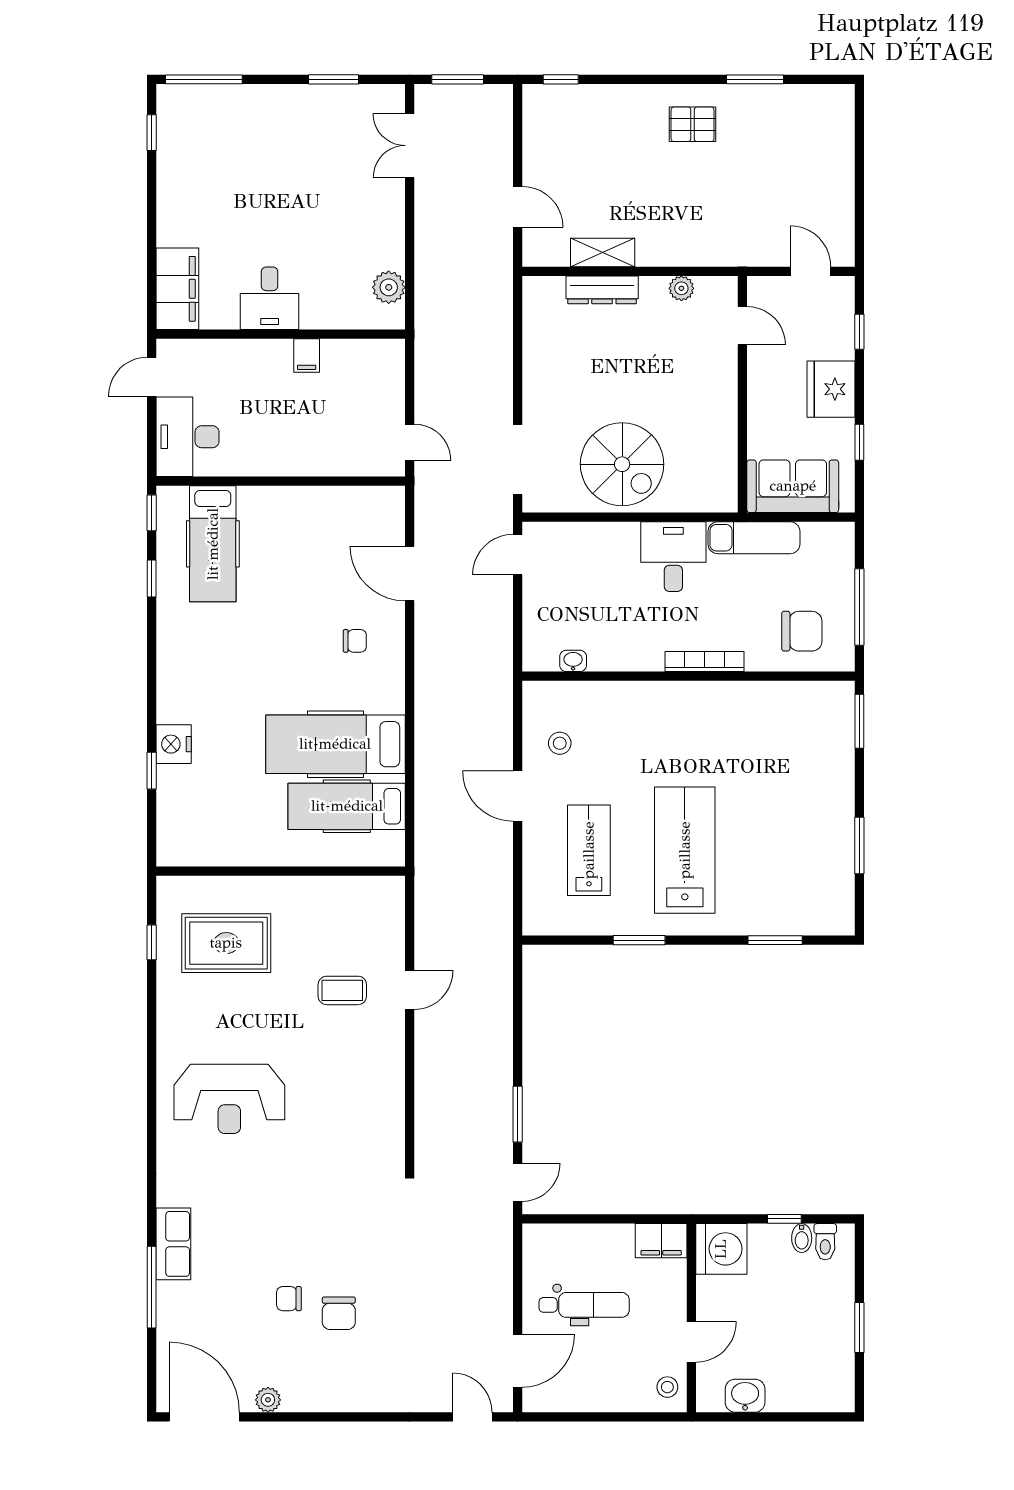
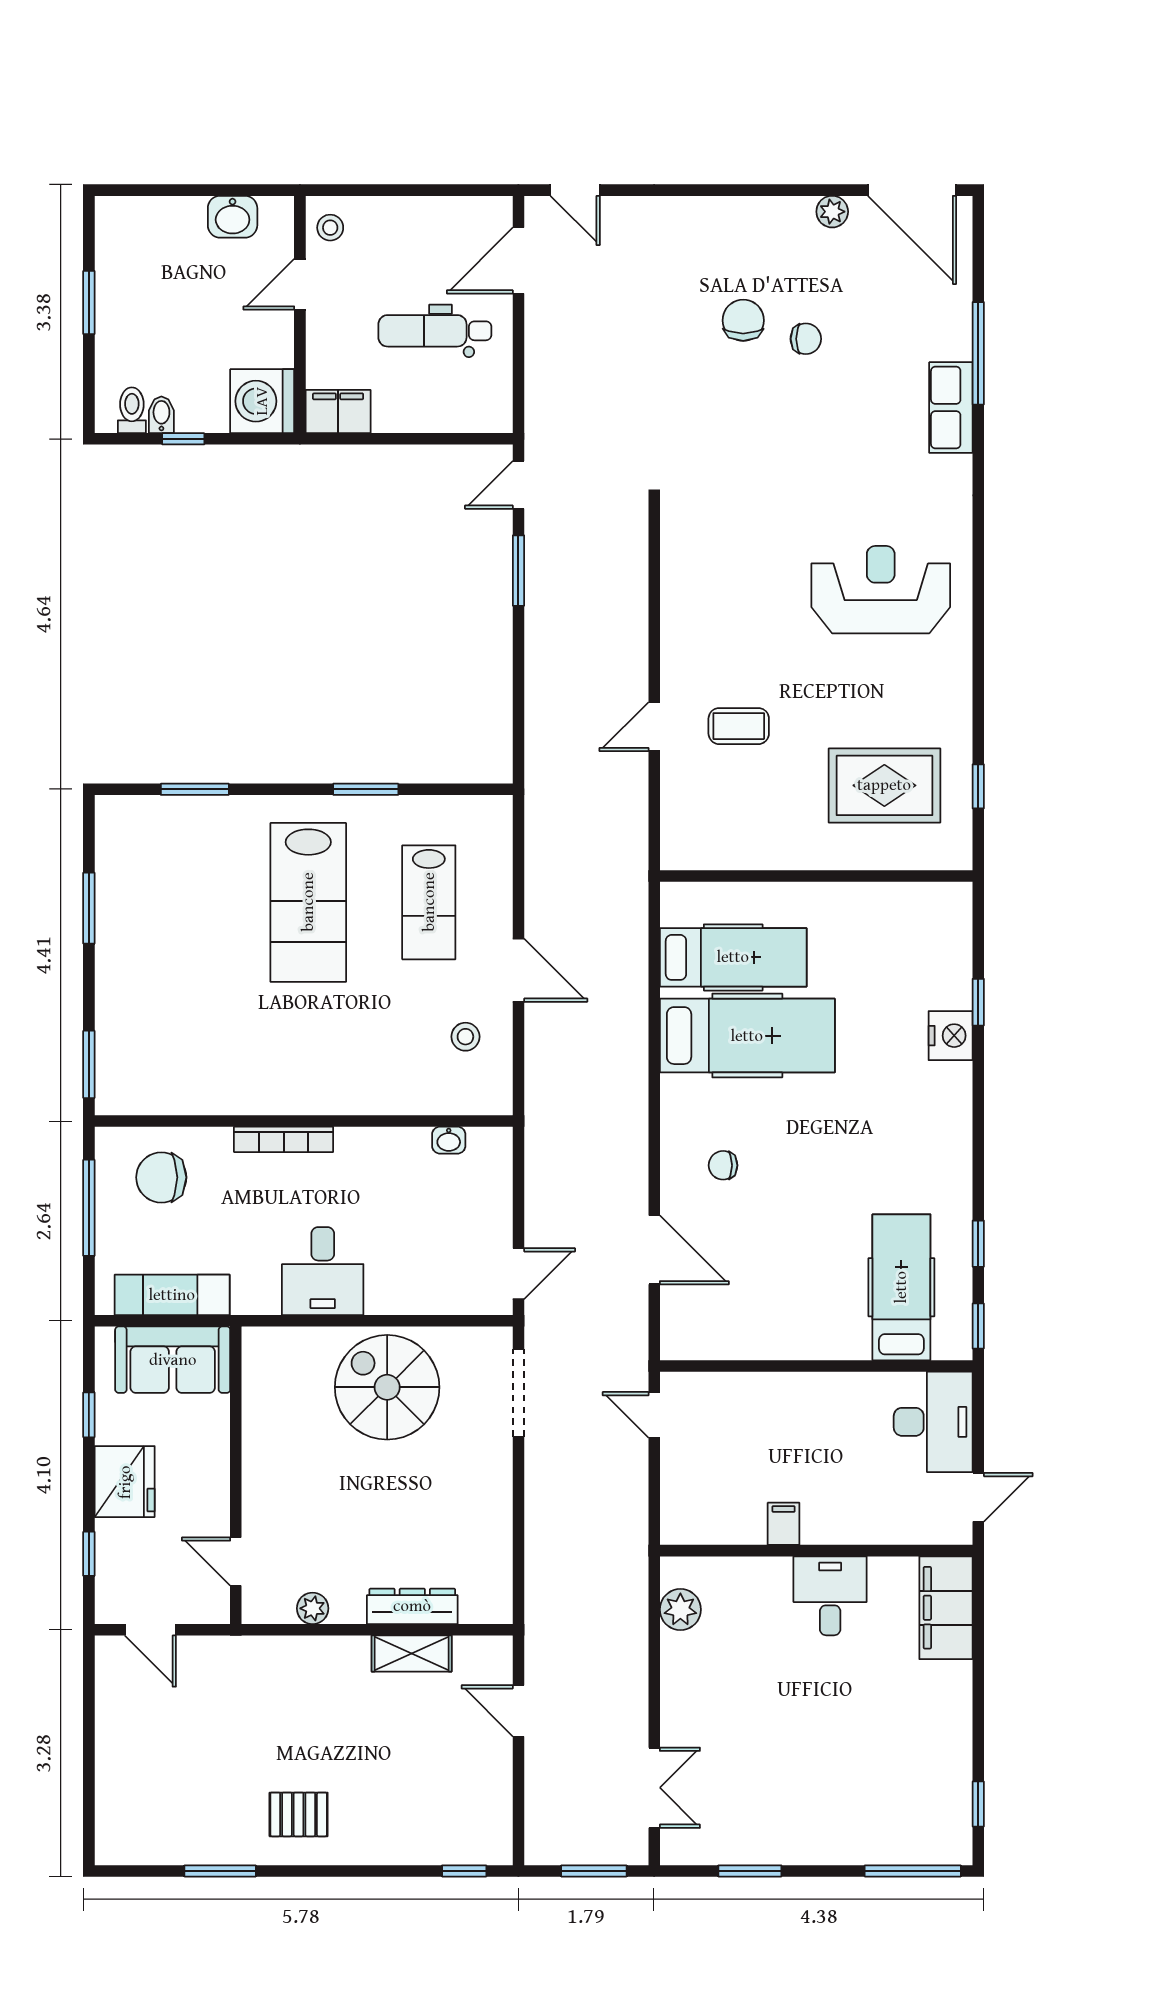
exam couch: (754, 538) -> (172, 1295), moved

